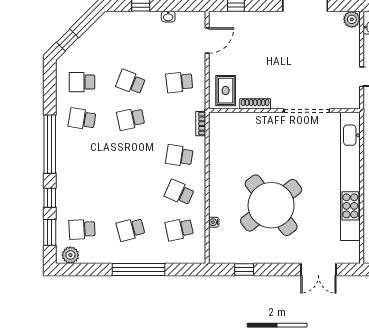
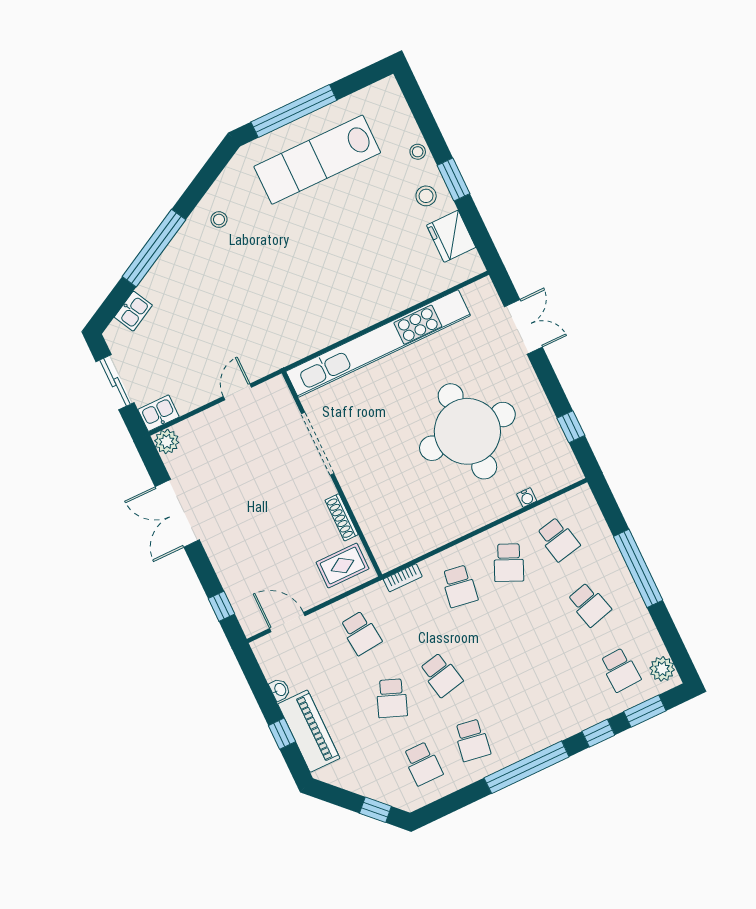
piano: (135, 22) -> (309, 731), added
round table: (271, 205) -> (467, 431), turned 38

